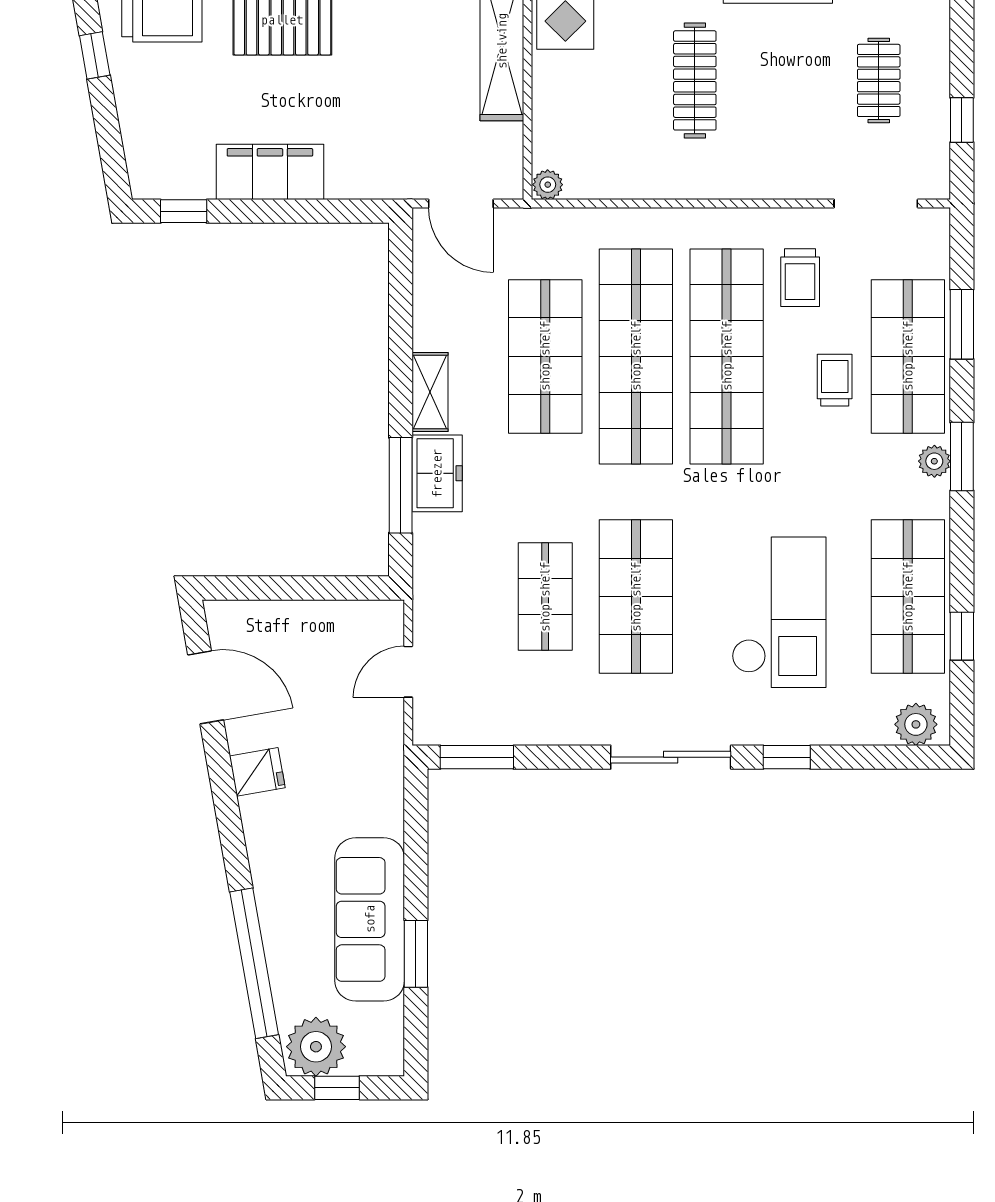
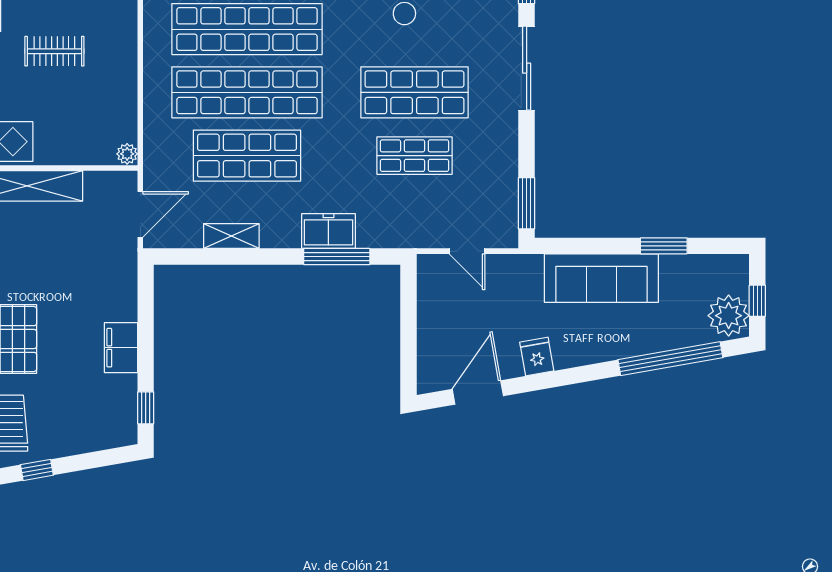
clothes rail: (695, 80) -> (54, 51), width x0.73
filing cabinet: (270, 172) -> (121, 348), width x0.67, depth x0.86
shelving: (430, 392) -> (231, 236), moved
sofa: (370, 919) -> (601, 278), moved

